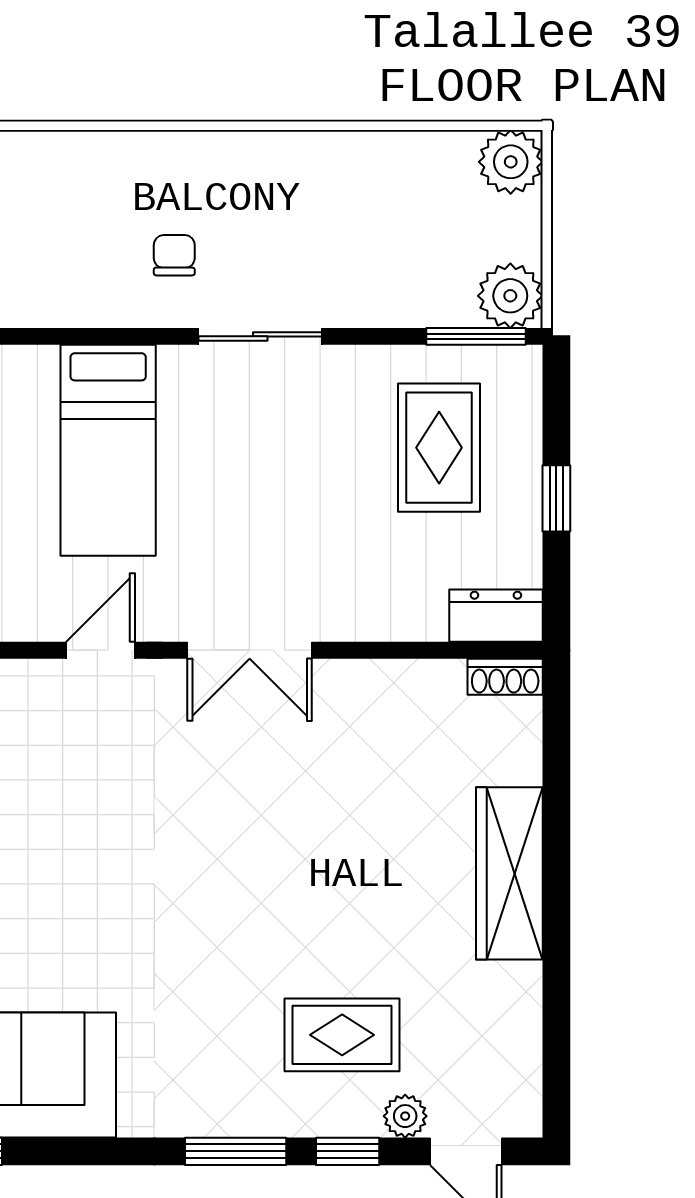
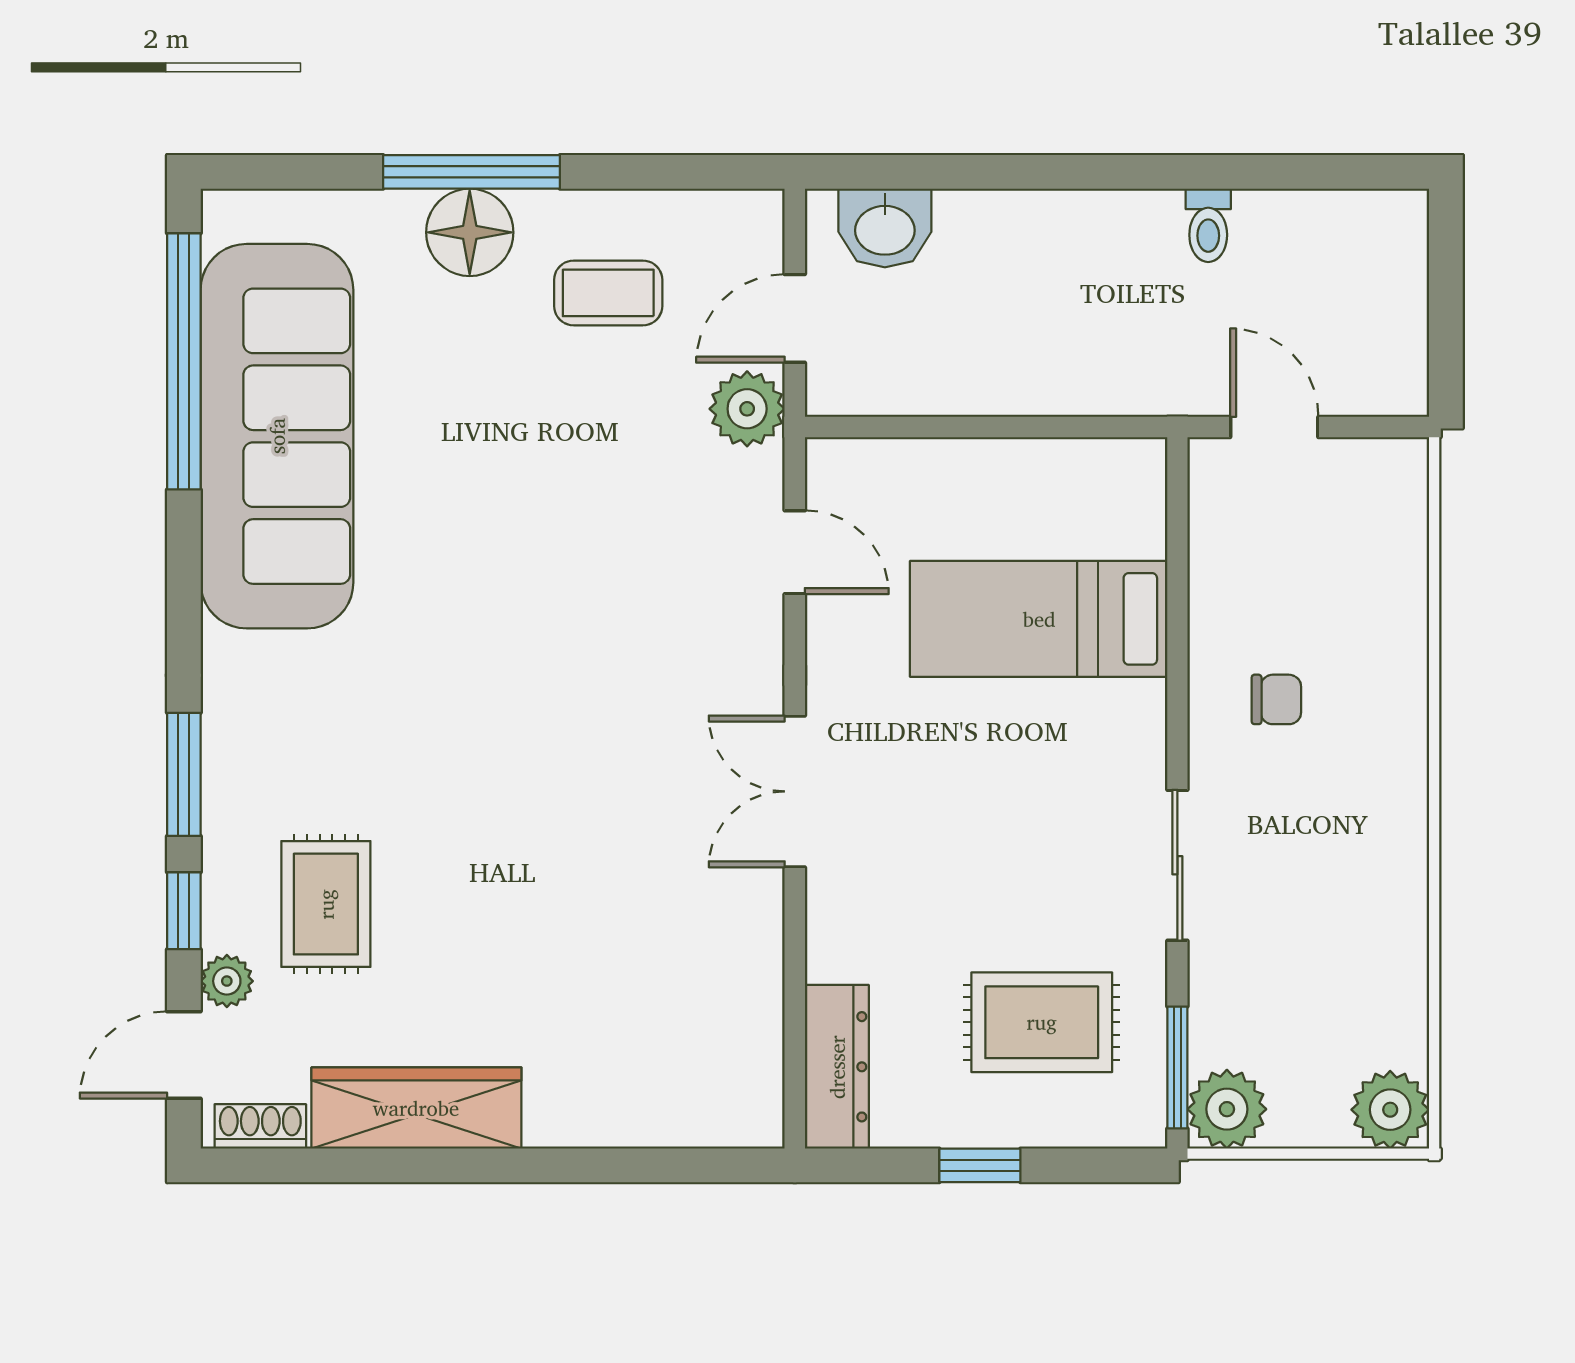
sliding door: (260, 336) -> (1177, 865), moved
dresser: (496, 616) -> (837, 1067), width x1.44
door: (100, 650) -> (795, 552), moved
shoe rack: (505, 677) -> (260, 1126), moved, turned 90
wardrobe: (509, 873) -> (416, 1108), moved

